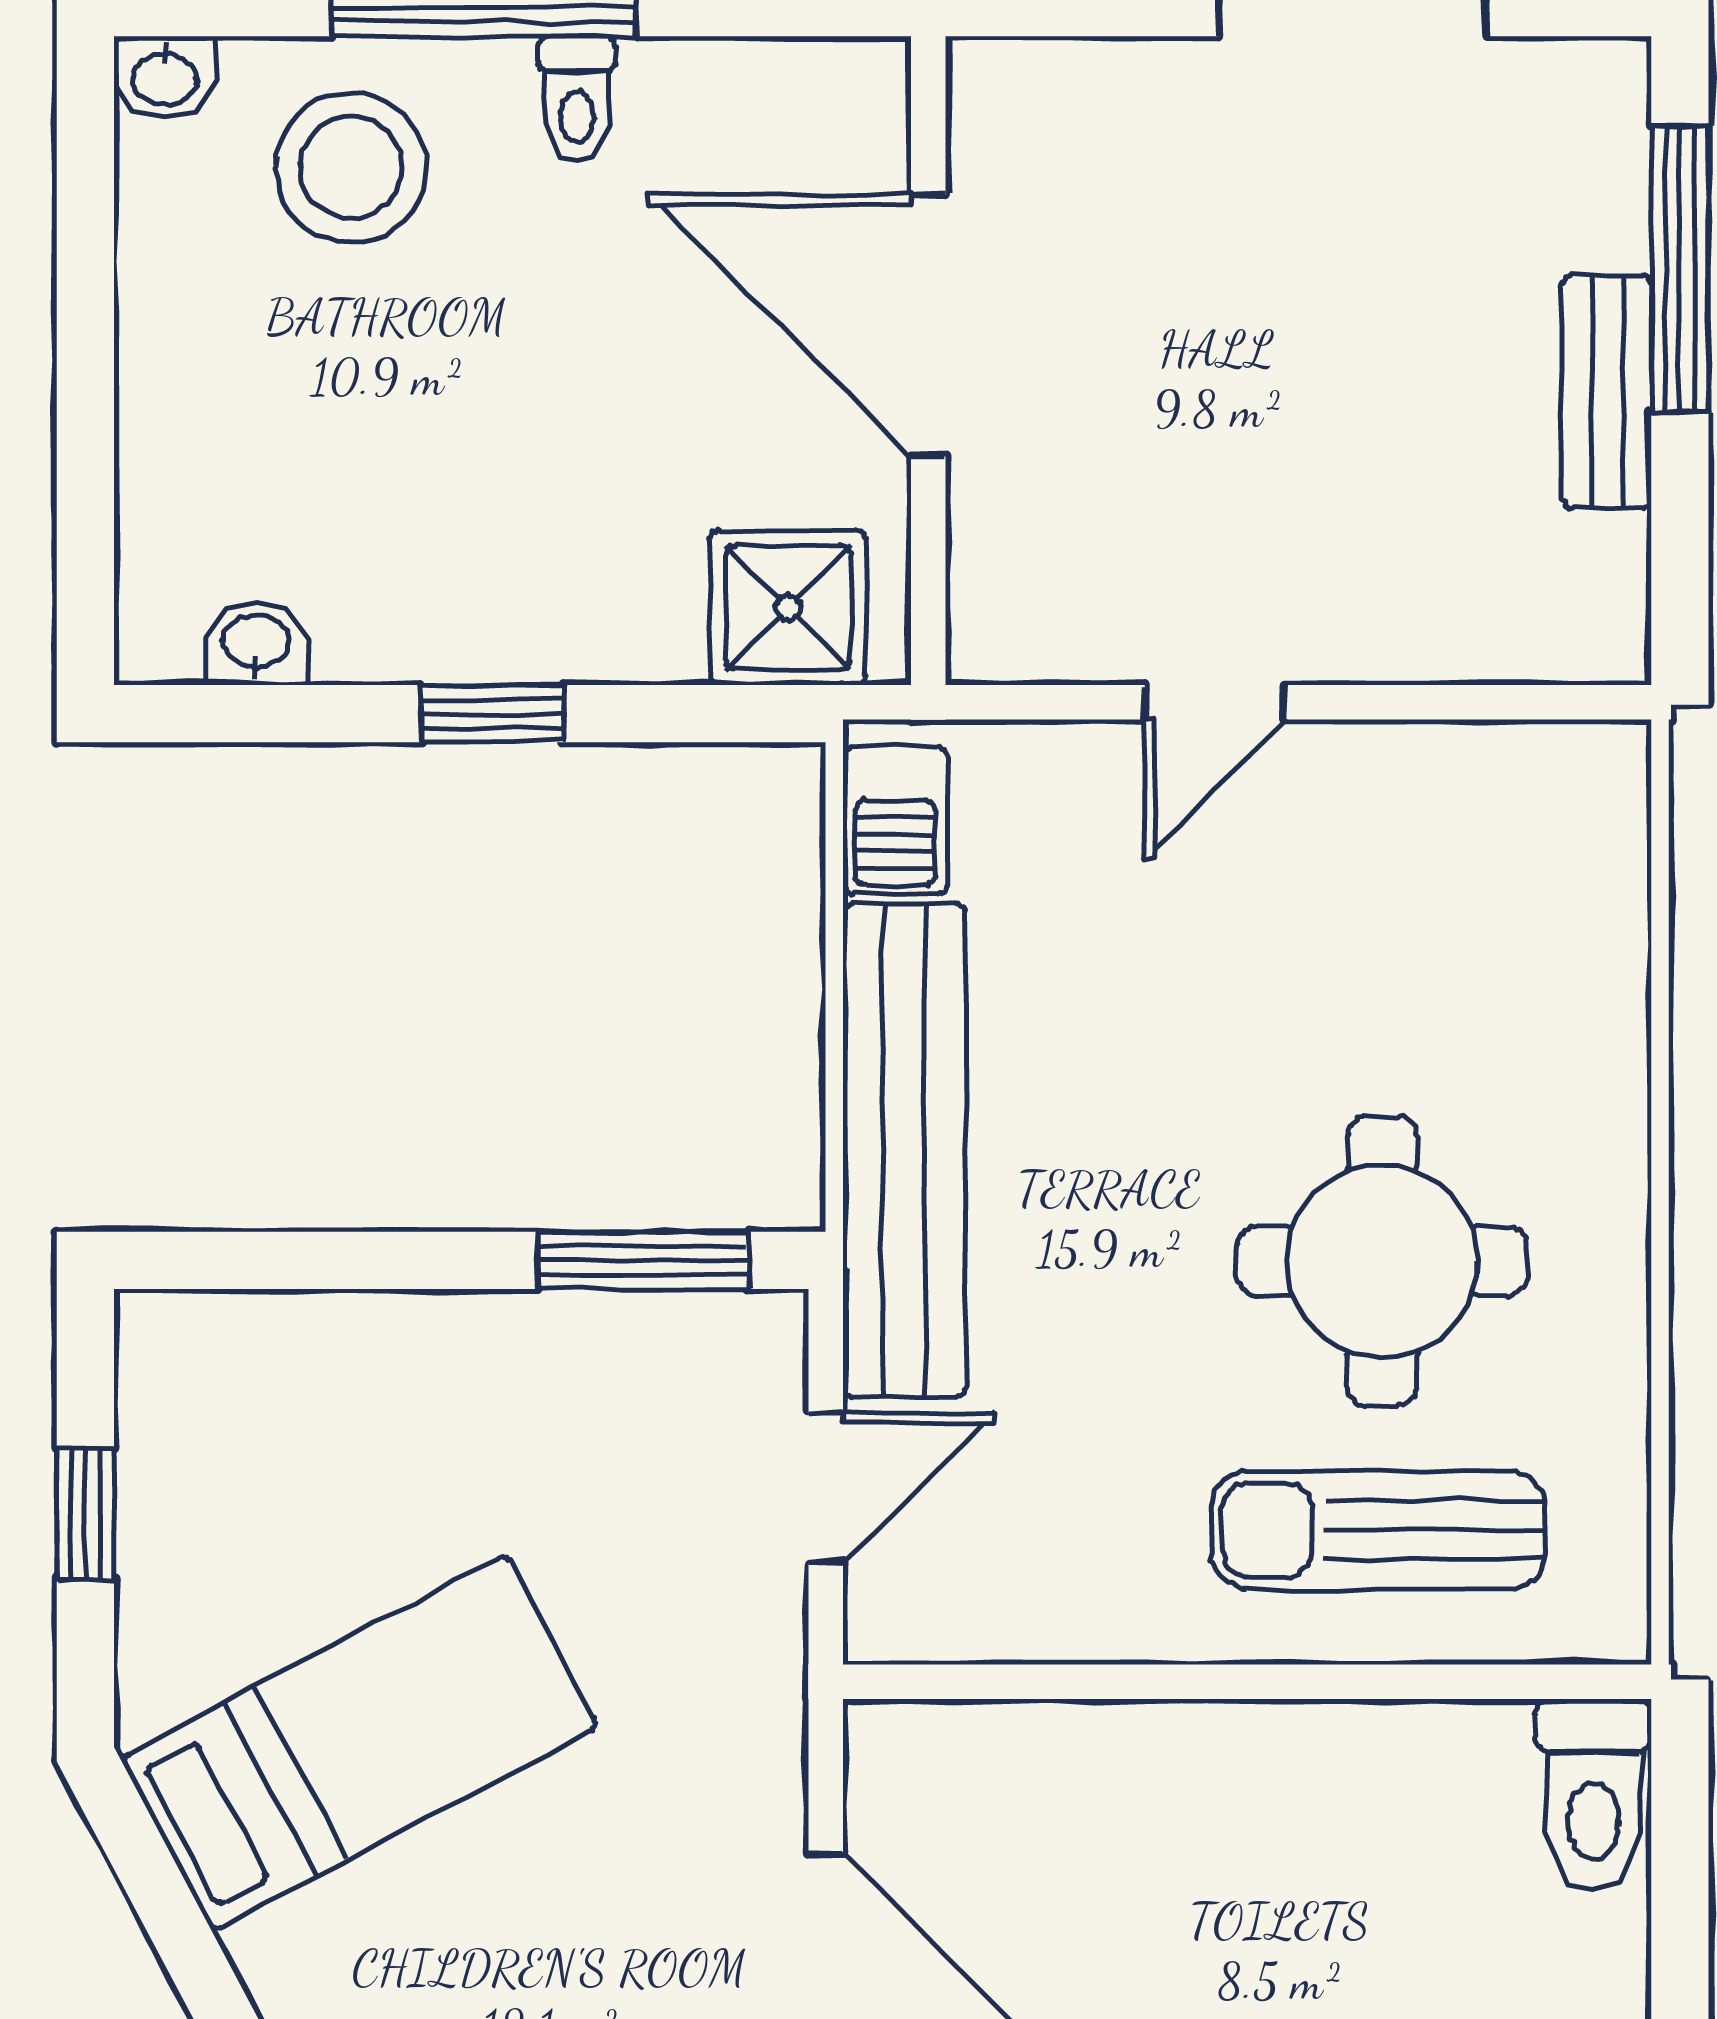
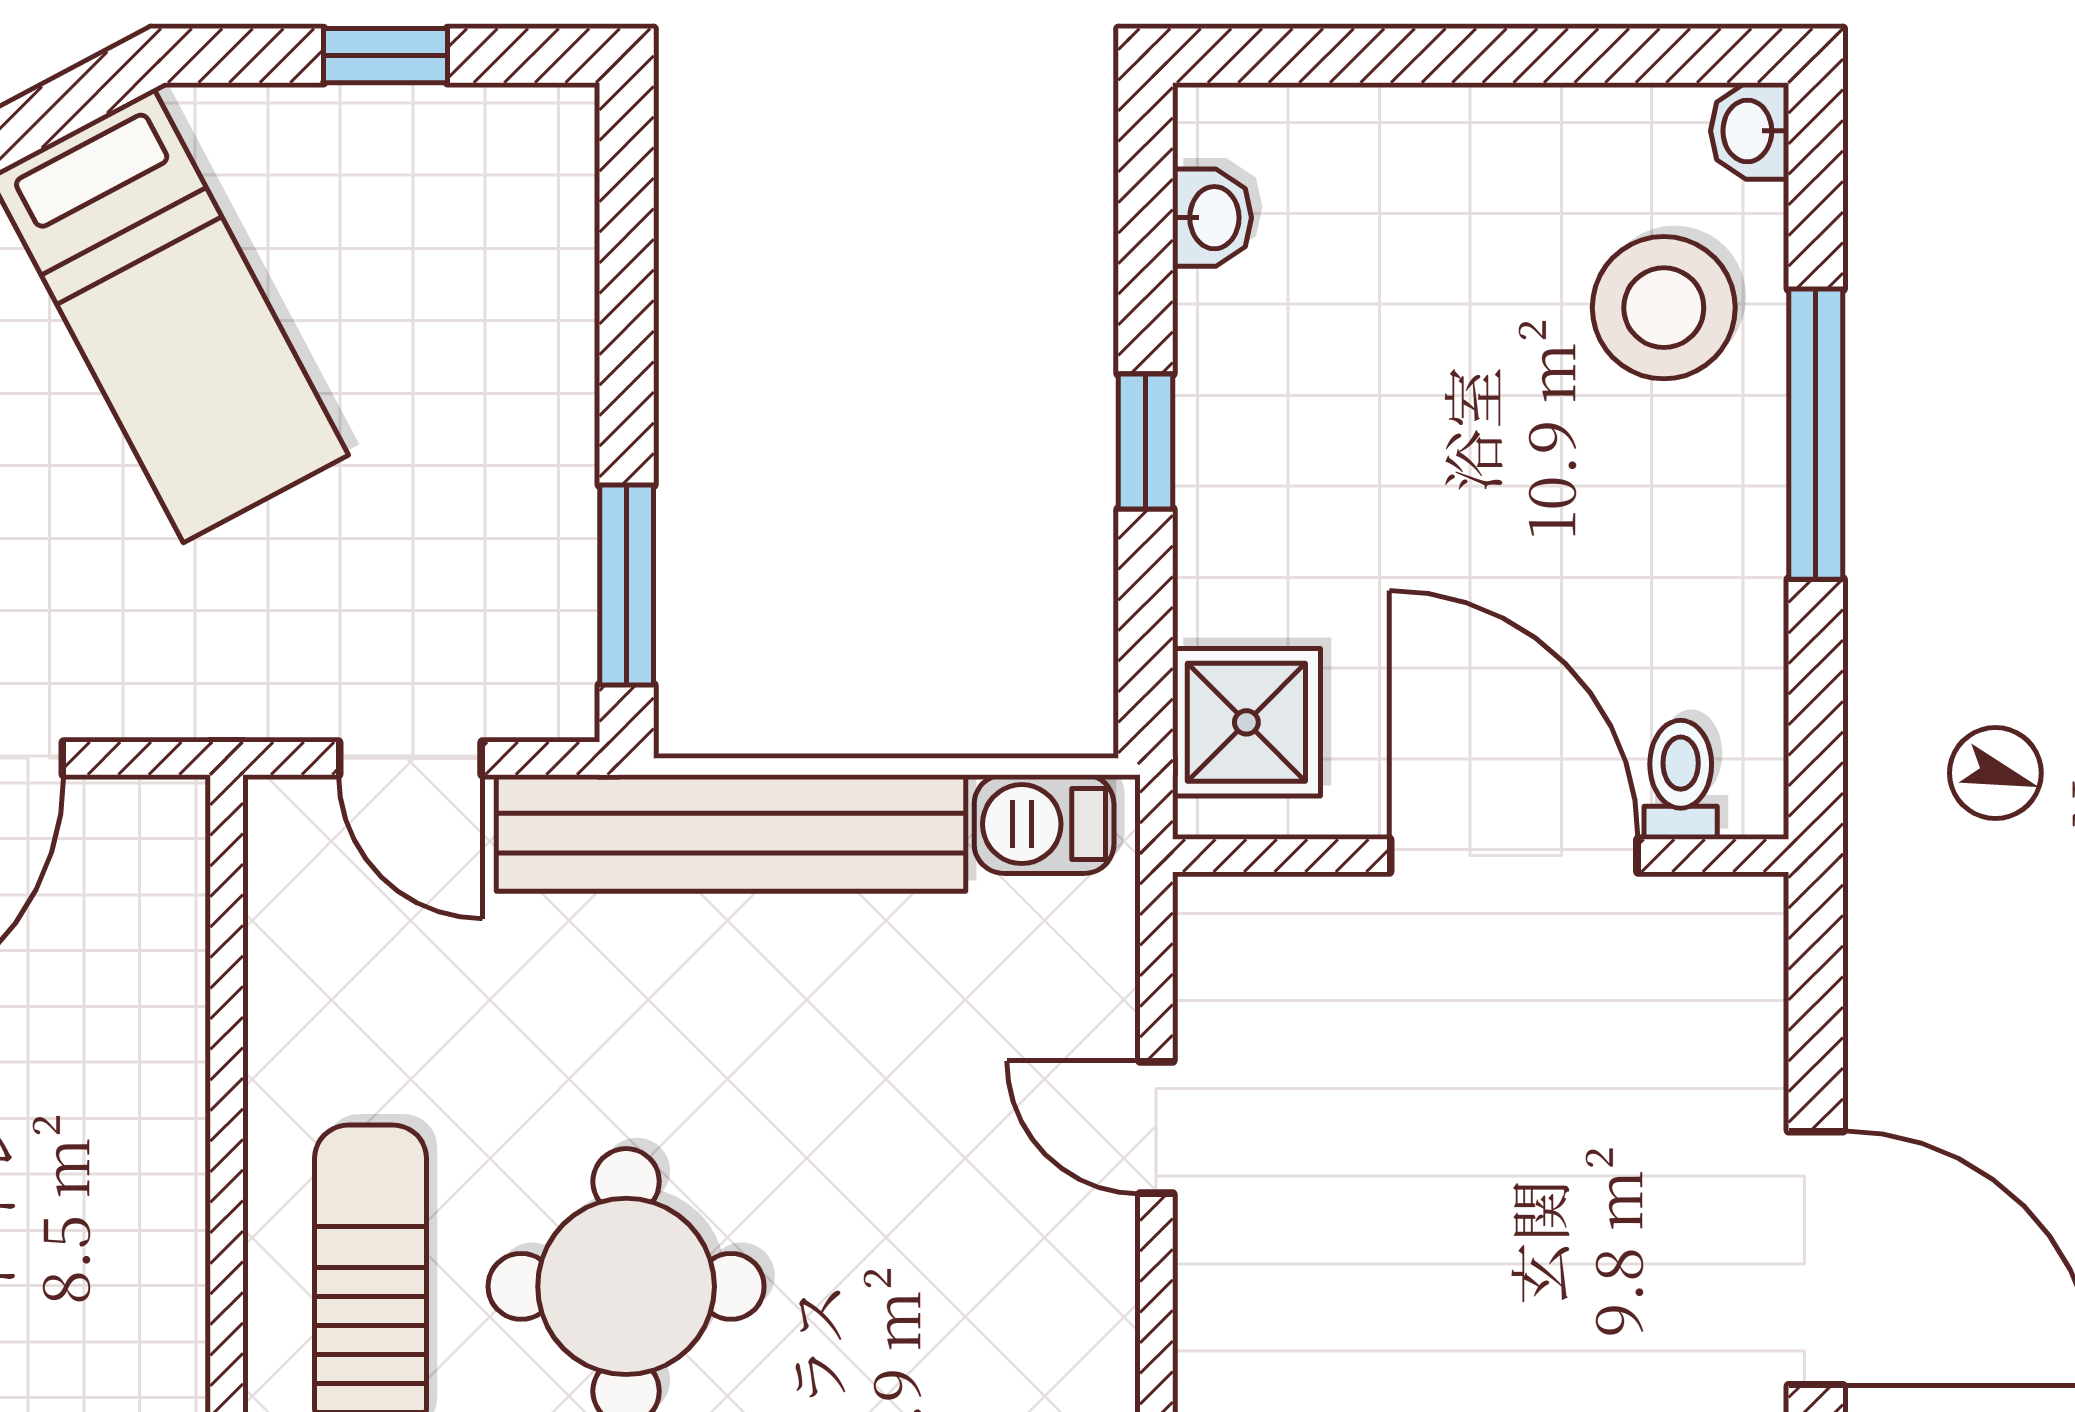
toilet: (577, 99) -> (1681, 780), moved, turned 90
door: (928, 326) -> (1514, 856), hinge flipped

